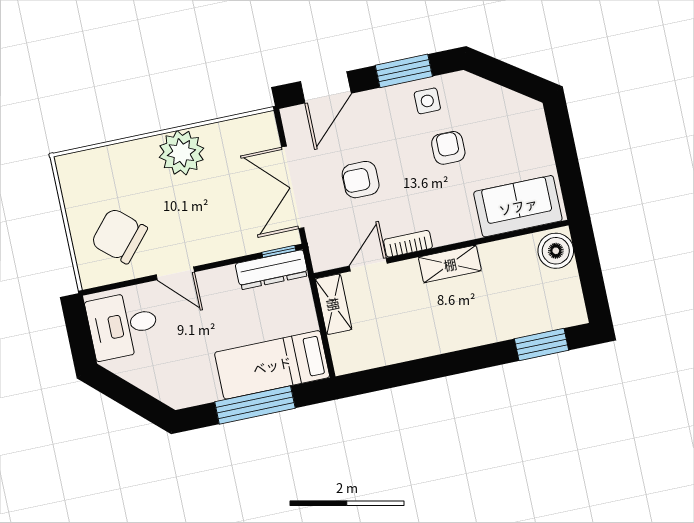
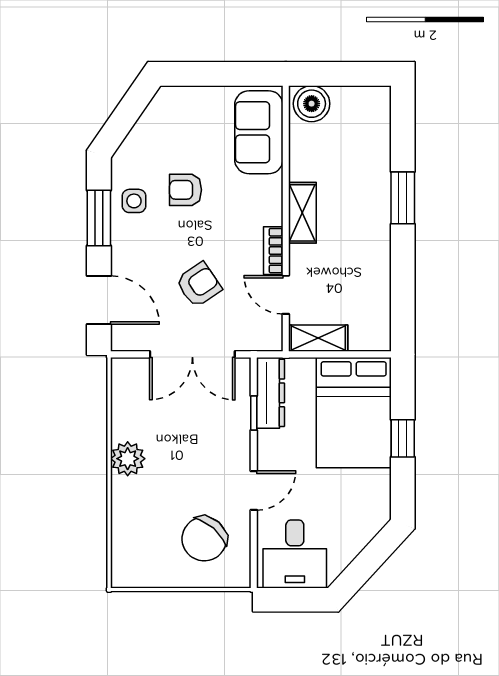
plant: (181, 153) -> (128, 459), width x0.73, depth x0.73
armchair: (361, 180) -> (199, 285), turned -124
window: (279, 251) -> (254, 413), moved
window: (542, 345) -> (403, 198), moved
bed: (272, 365) -> (354, 413), width x1.50
window: (255, 405) -> (403, 438), width x0.46

